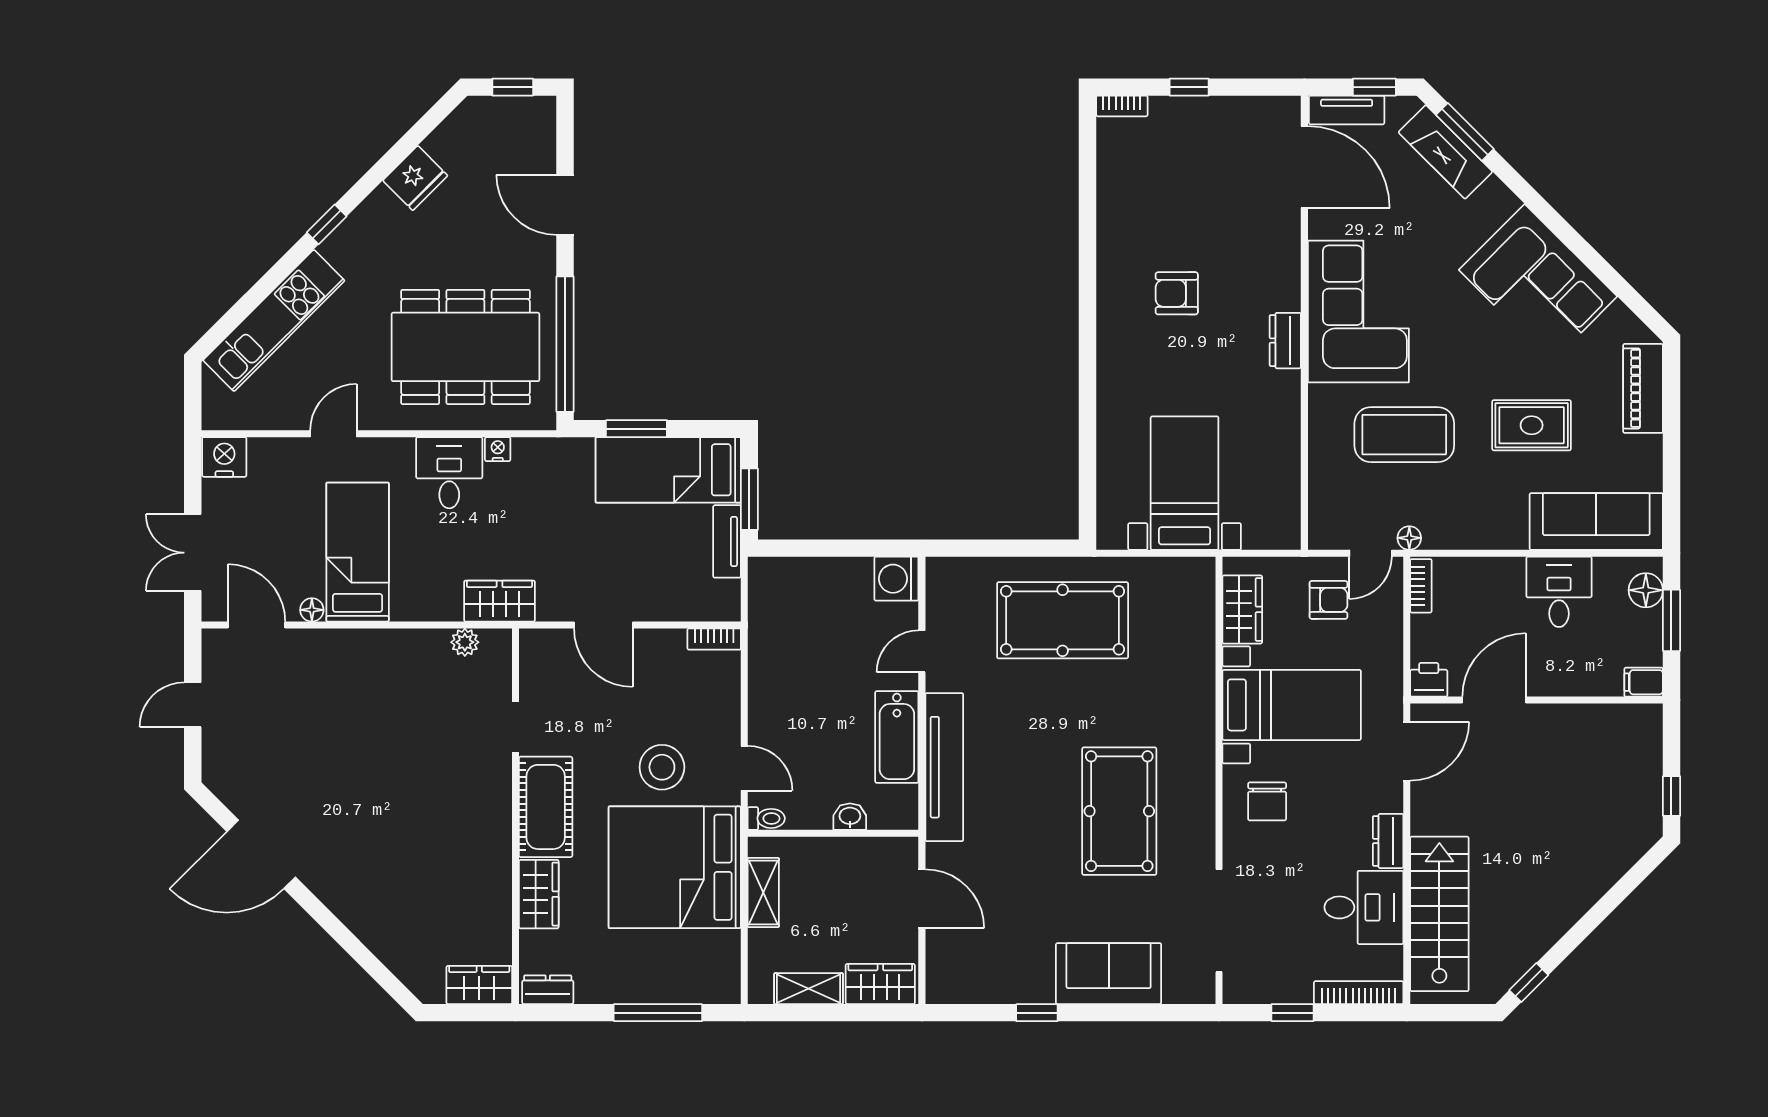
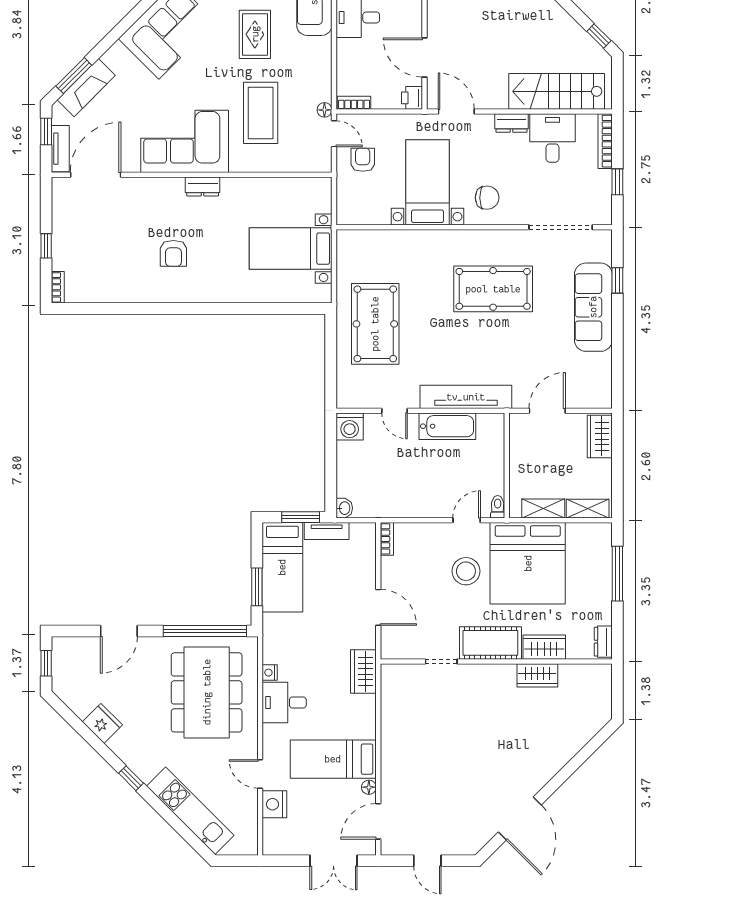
nightstand: (224, 457) -> (274, 804), moved
wardrobe: (1242, 609) -> (369, 213), removed
door: (603, 625) -> (378, 607), hinge flipped
plant: (465, 642) -> (389, 693), removed
washbasin: (850, 817) -> (344, 508), moved, turned 180
sofa: (1109, 974) -> (593, 307), width x1.36
wardrobe: (479, 985) -> (537, 675), moved, turned -90
shelving: (809, 989) -> (588, 509), moved, turned 90
window: (1037, 1013) -> (617, 280), moved

